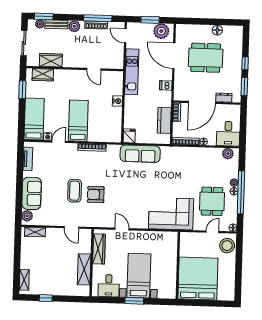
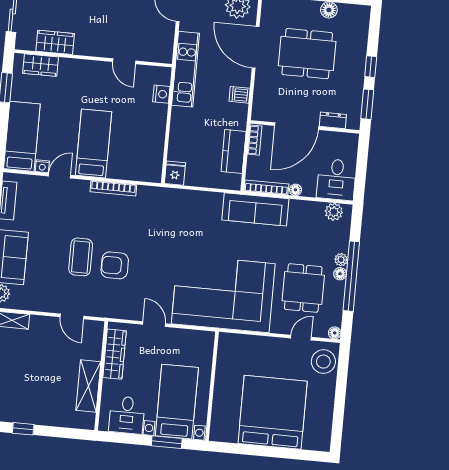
nightstand: (117, 101) -> (161, 94), moved
sofa: (140, 154) -> (255, 209), moved
corner sofa: (171, 214) -> (223, 294), width x1.36, depth x1.36
wall: (178, 265) -> (212, 386), moved

